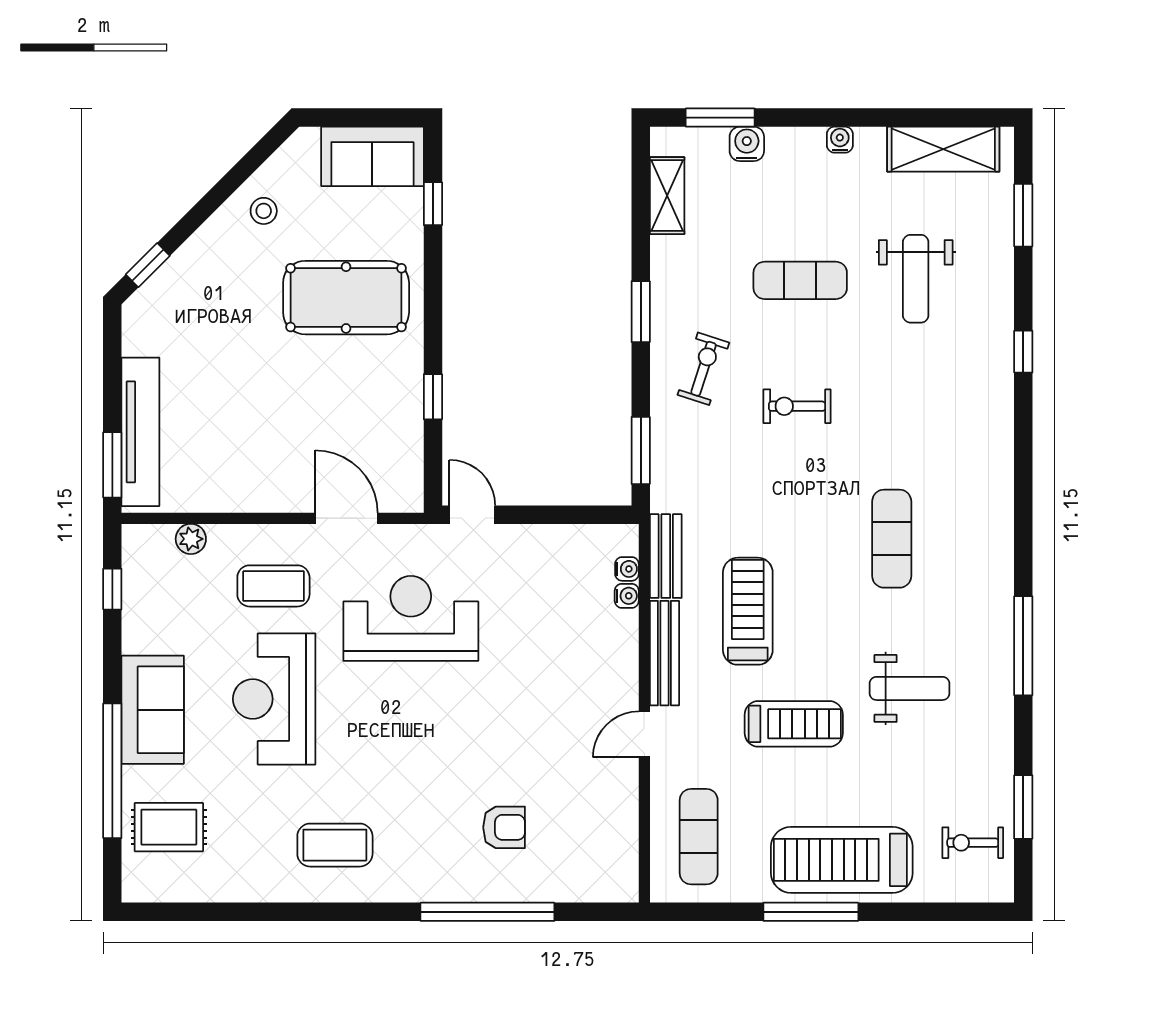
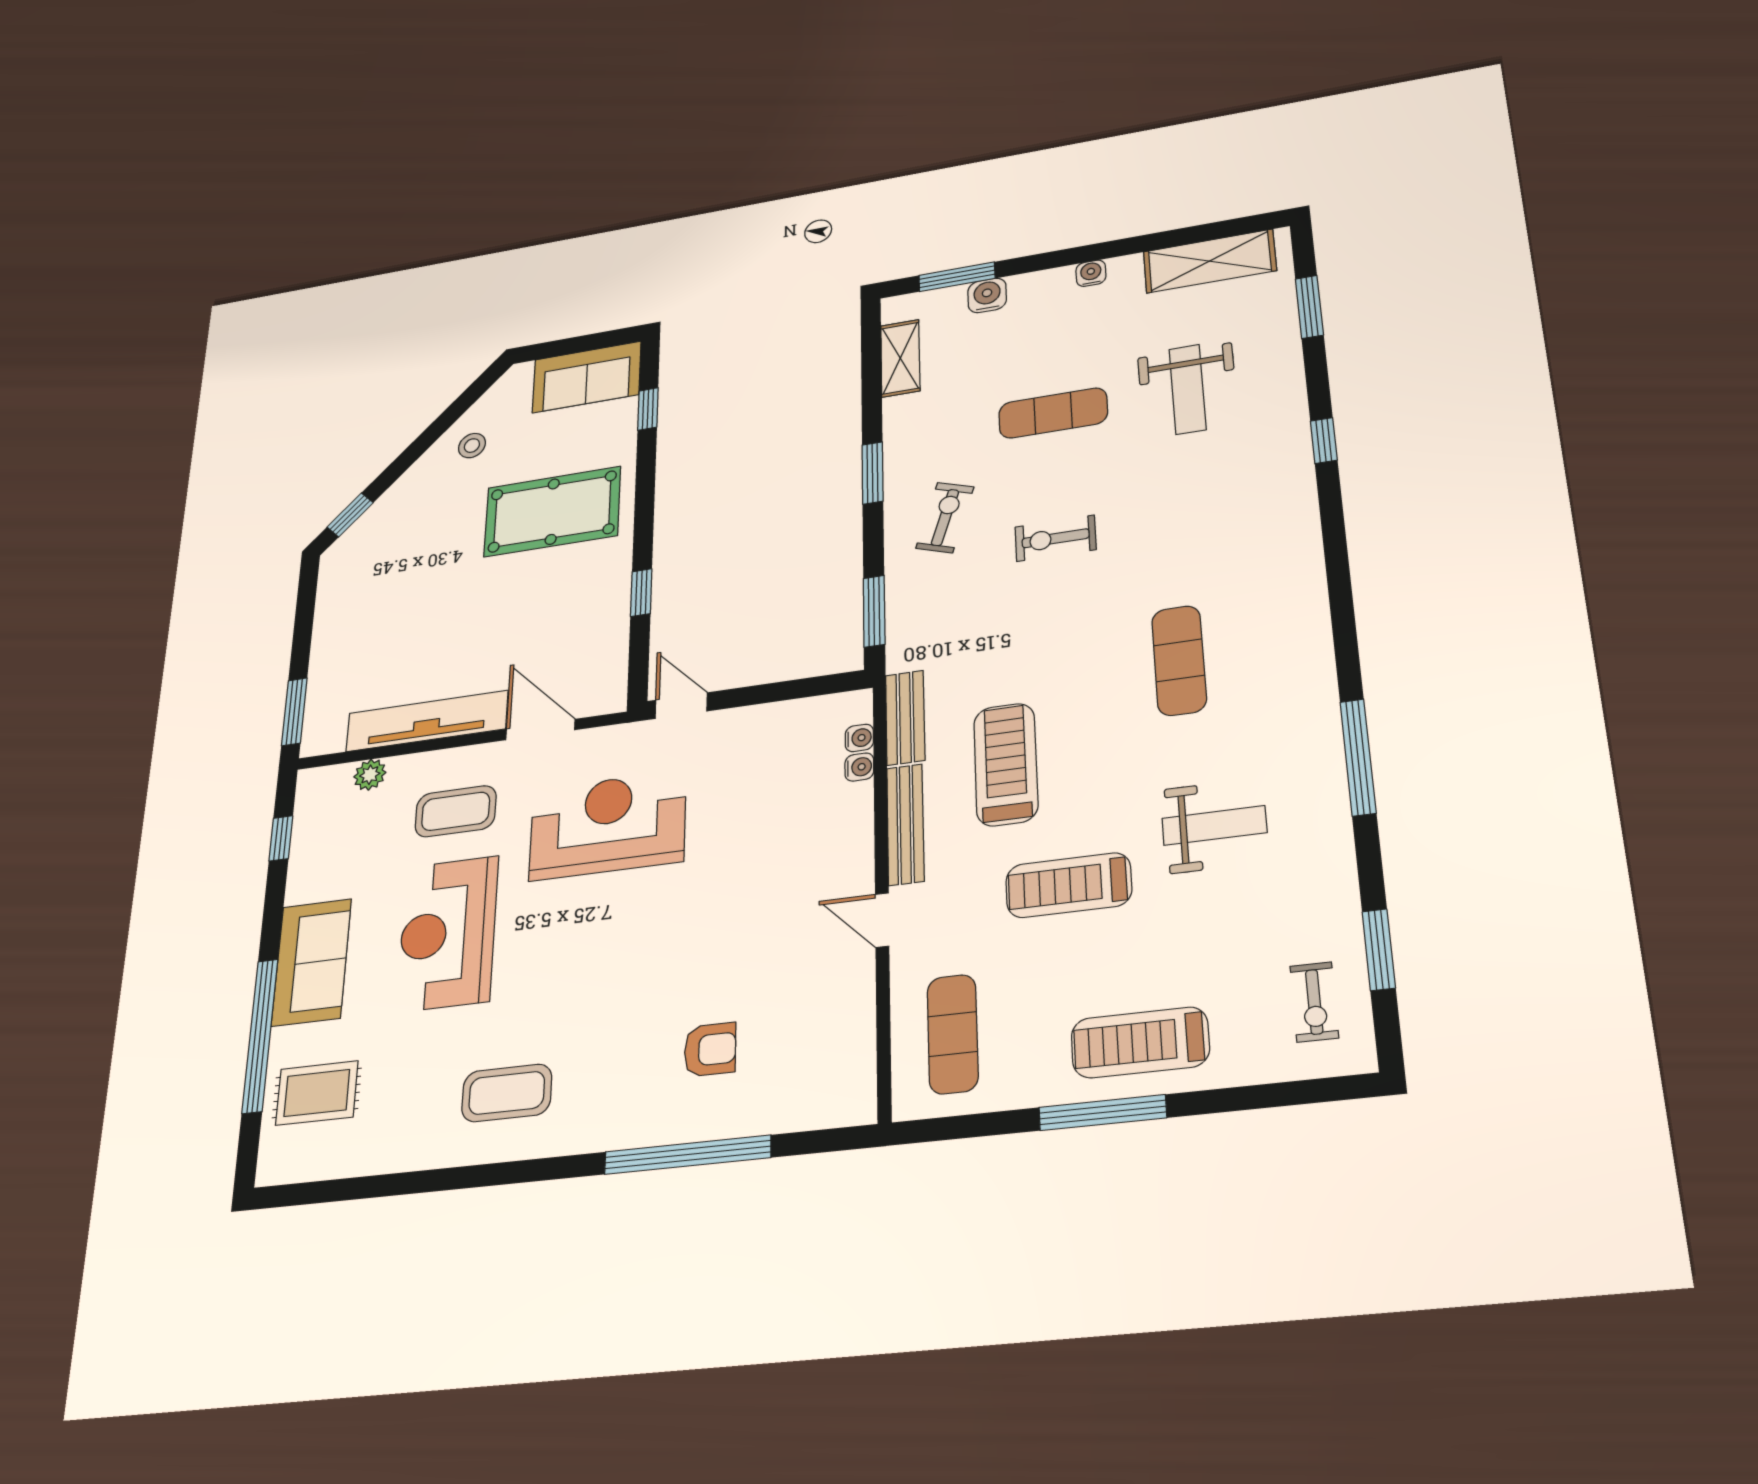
tv unit: (140, 432) -> (427, 721), moved, turned -90
treadmill: (794, 724) -> (1069, 885), turned 180
door: (644, 734) -> (882, 920), hinge flipped
exercise bike: (973, 843) -> (1314, 1002), turned -90
treadmill: (842, 860) -> (1140, 1042), width x0.73, depth x0.73

